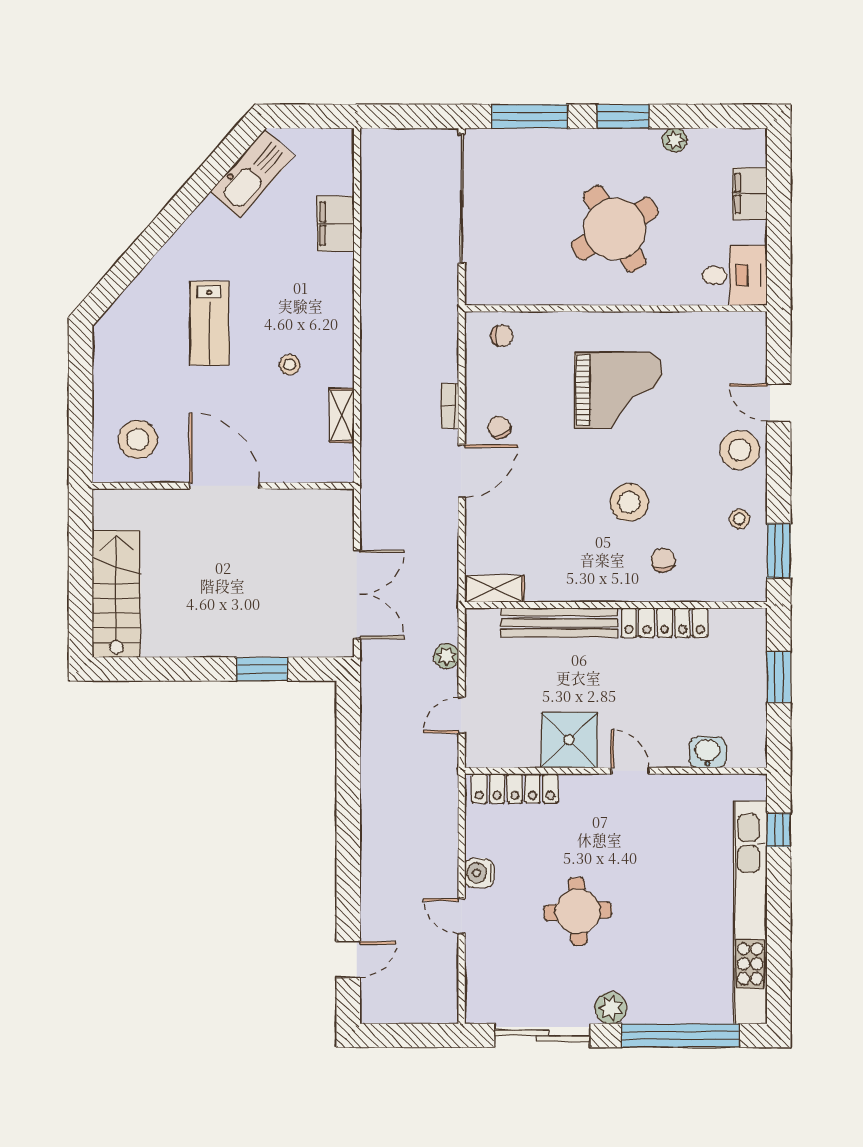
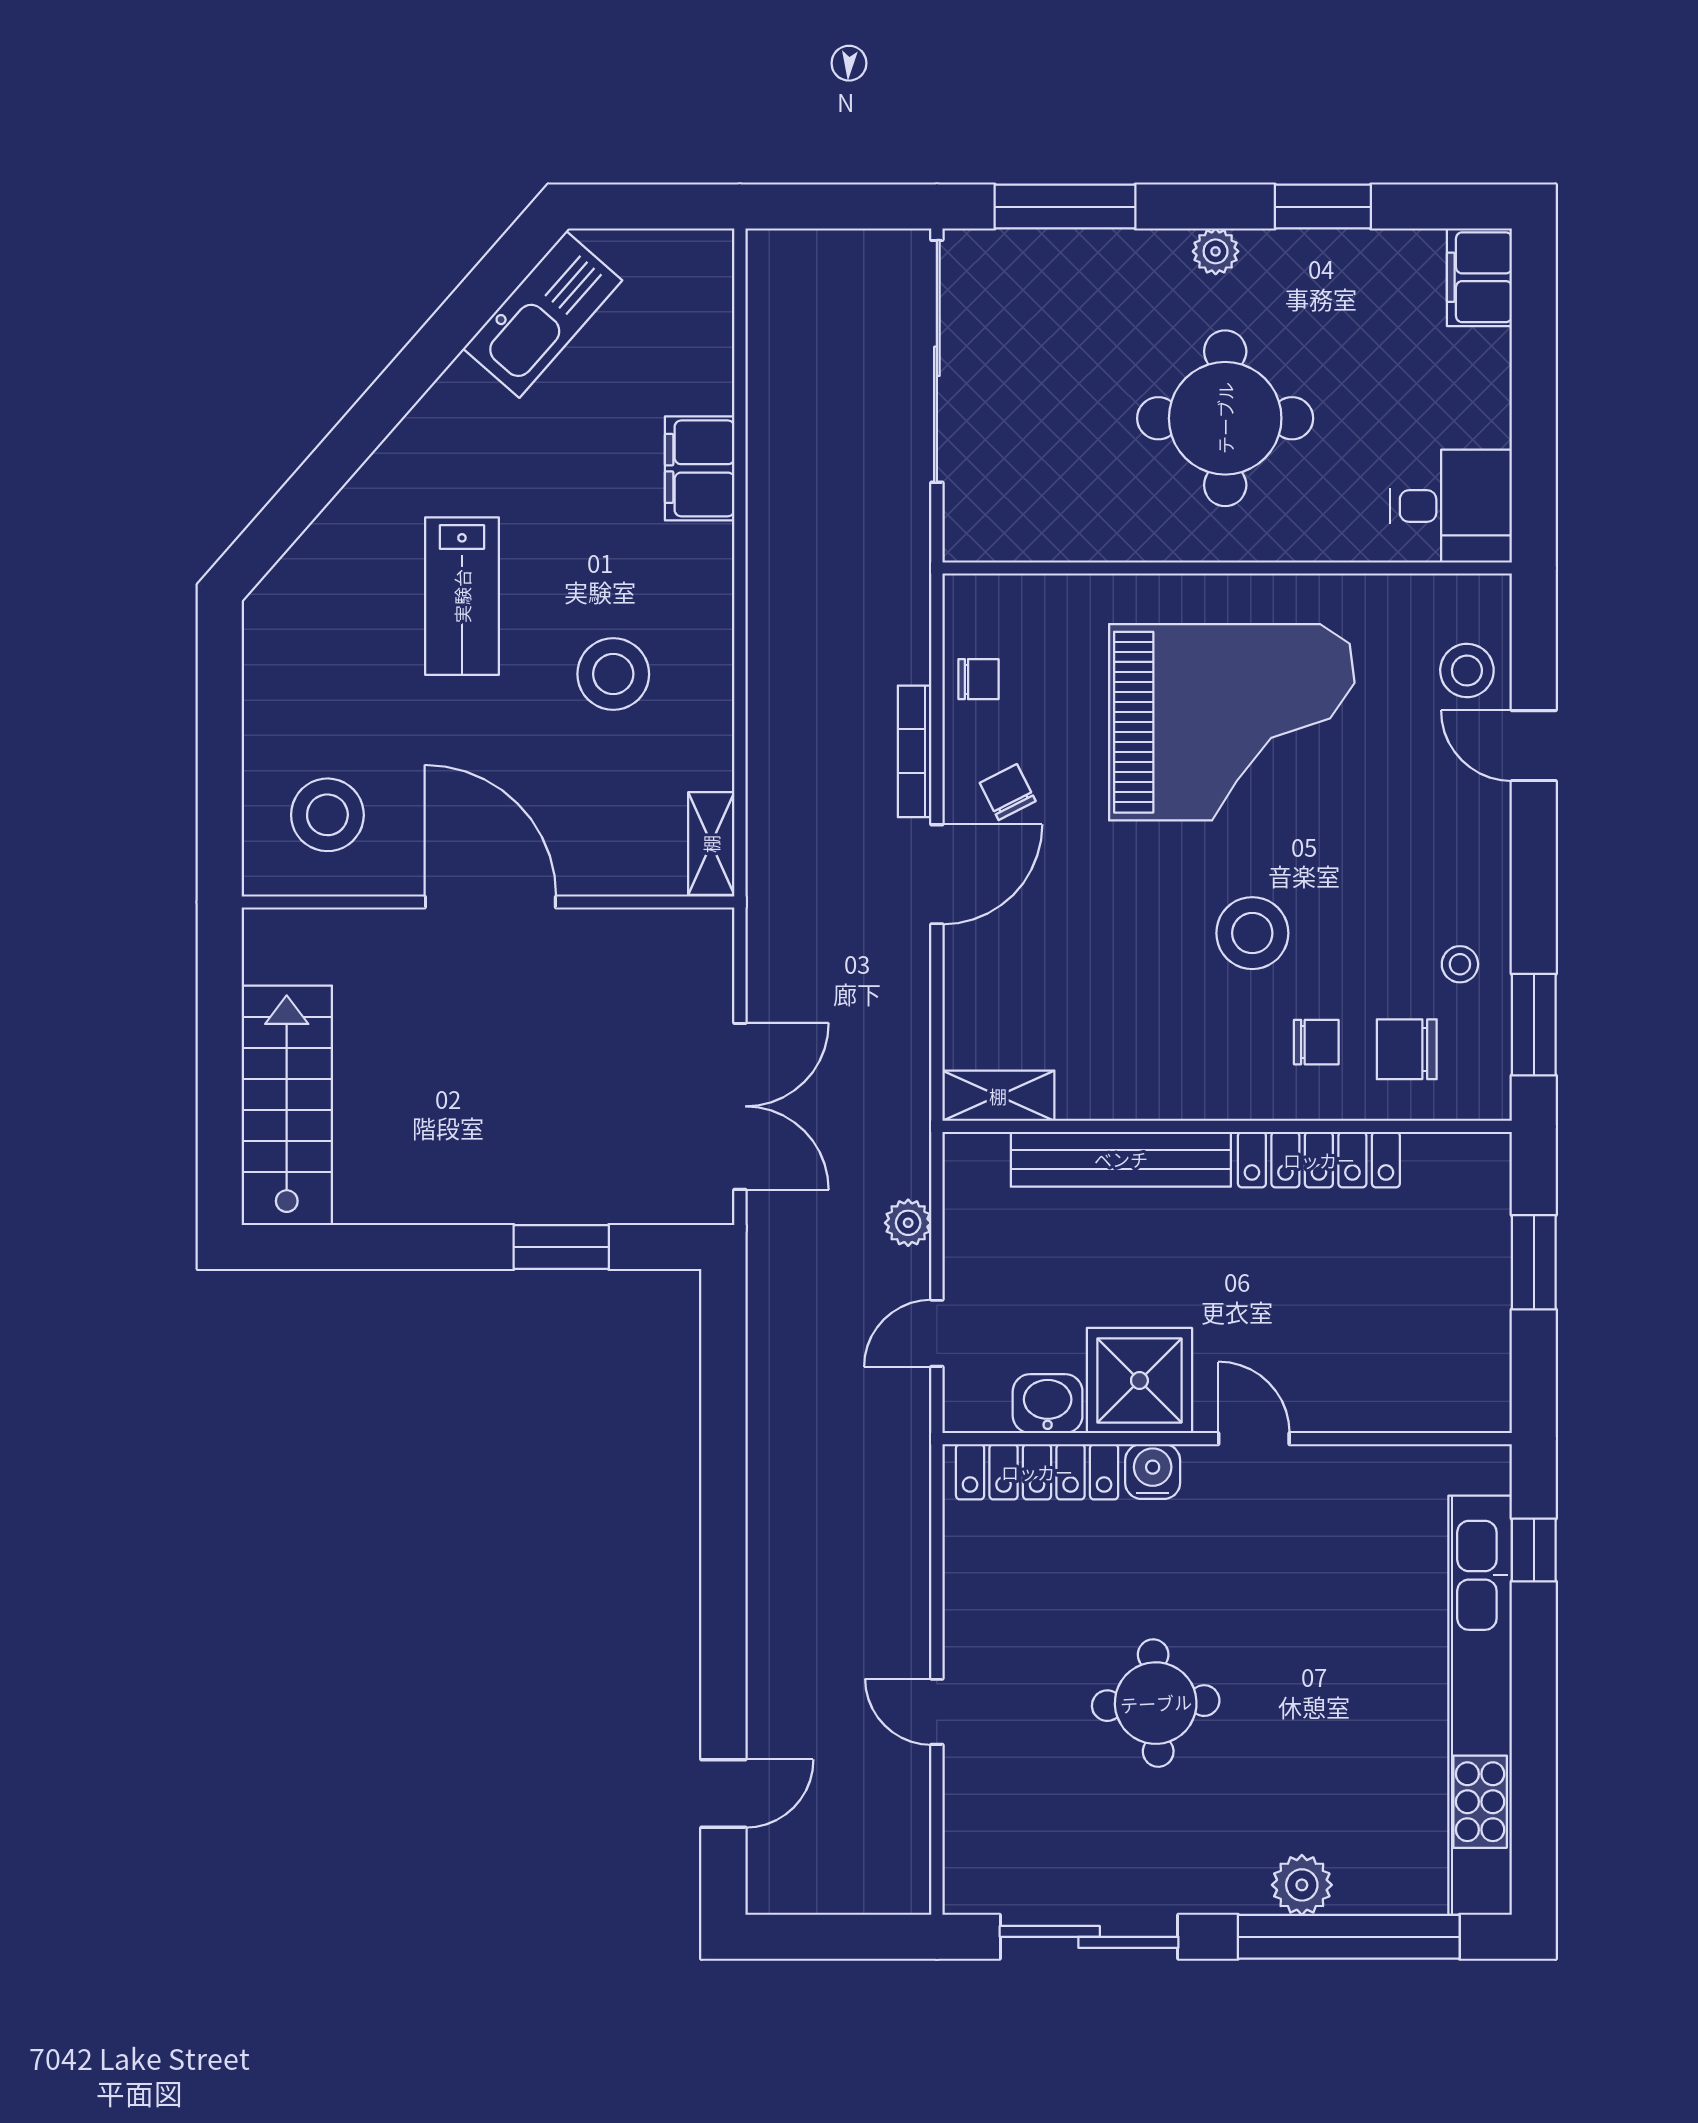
window: (623, 116) -> (1323, 207), moved
plant: (675, 140) -> (1216, 251), moved
filing cabinet: (750, 194) -> (1479, 277), moved
filing cabinet: (336, 224) -> (700, 468), moved
round table: (615, 229) -> (1225, 418), turned 31
chair: (502, 336) -> (979, 679), moved
stool: (290, 365) -> (613, 674), width x1.89, depth x1.89
grand piano: (618, 390) -> (1232, 722), width x1.37, depth x1.48
bookcase: (450, 406) -> (915, 751), width x1.56
shelving: (342, 415) -> (711, 844), moved
stool: (740, 450) -> (1467, 671), moved, width x0.73, depth x0.73
chair: (663, 560) -> (1316, 1042), turned 90
chair: (711, 564) -> (1407, 1049), added
washbasin: (708, 752) -> (1048, 1404), moved
water cooler: (479, 873) -> (1153, 1472), moved, turned 90
plant: (611, 1008) -> (1302, 1885), moved

